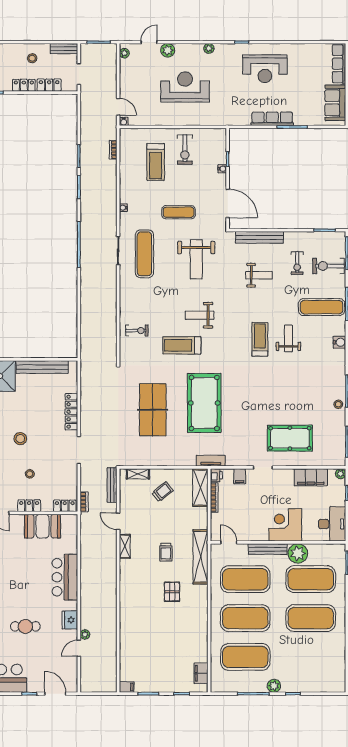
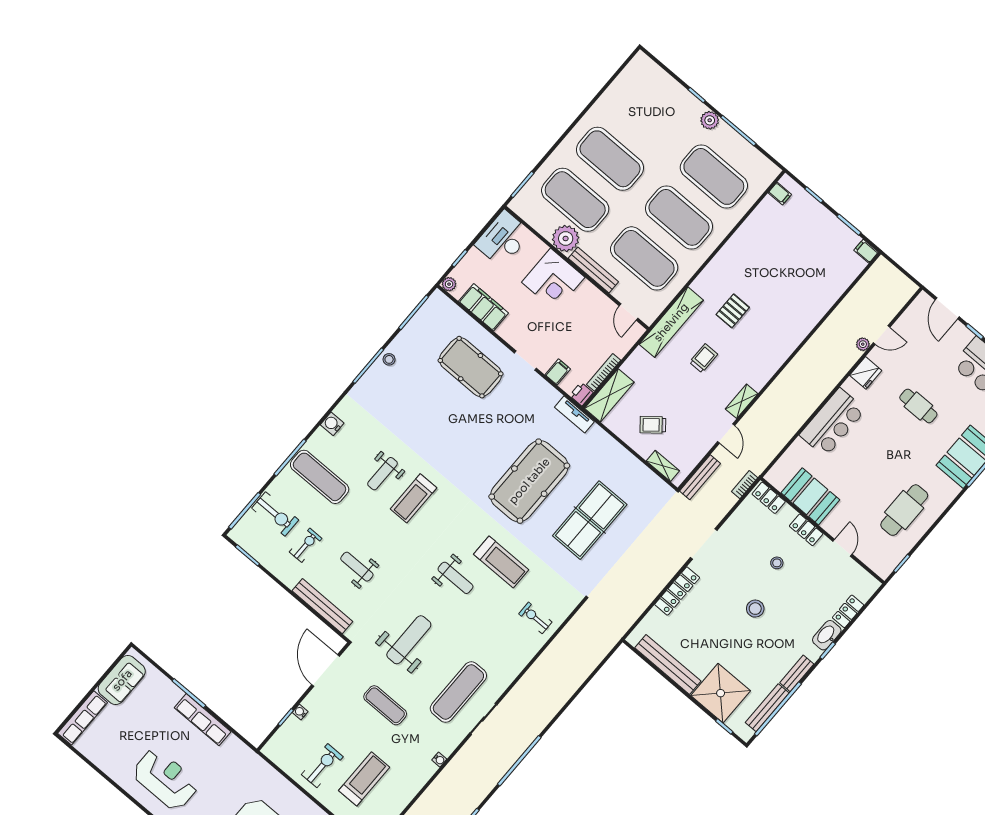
filing cabinet: (201, 673) -> (780, 194), width x0.50

